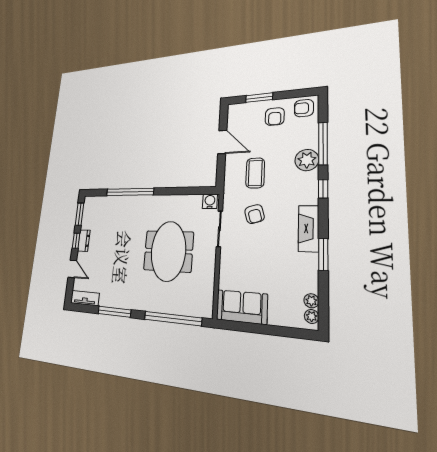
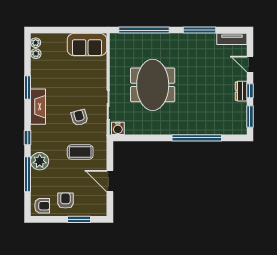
coffee table: (255, 173) -> (80, 152), turned 90

